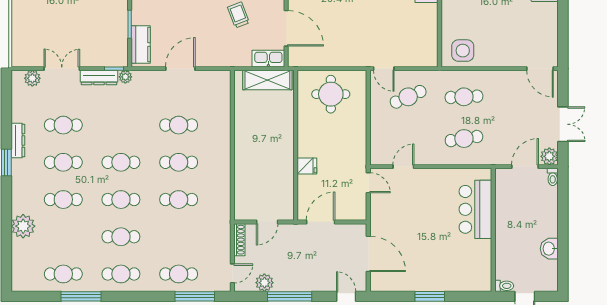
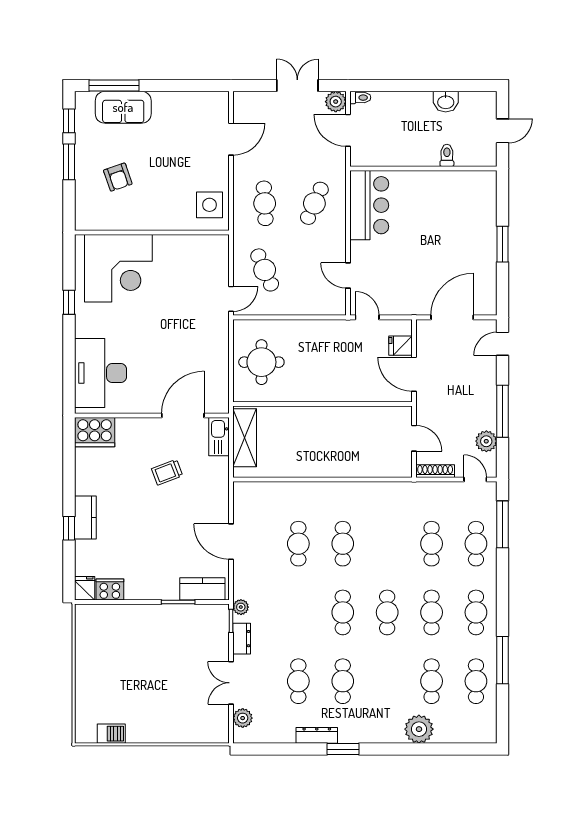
door: (540, 69) -> (231, 139), moved
dresser: (99, 78) -> (242, 639), width x0.70
cafe table: (464, 139) -> (314, 203), turned 33
fridge: (307, 166) -> (401, 346), moved, turned -90
door: (368, 183) -> (367, 317), hinge flipped
cafe table: (63, 200) -> (432, 681), moved
cafe table: (179, 200) -> (432, 544), moved
bar counter: (475, 209) -> (369, 205), moved, turned -90
toilet: (504, 286) -> (447, 155), moved

